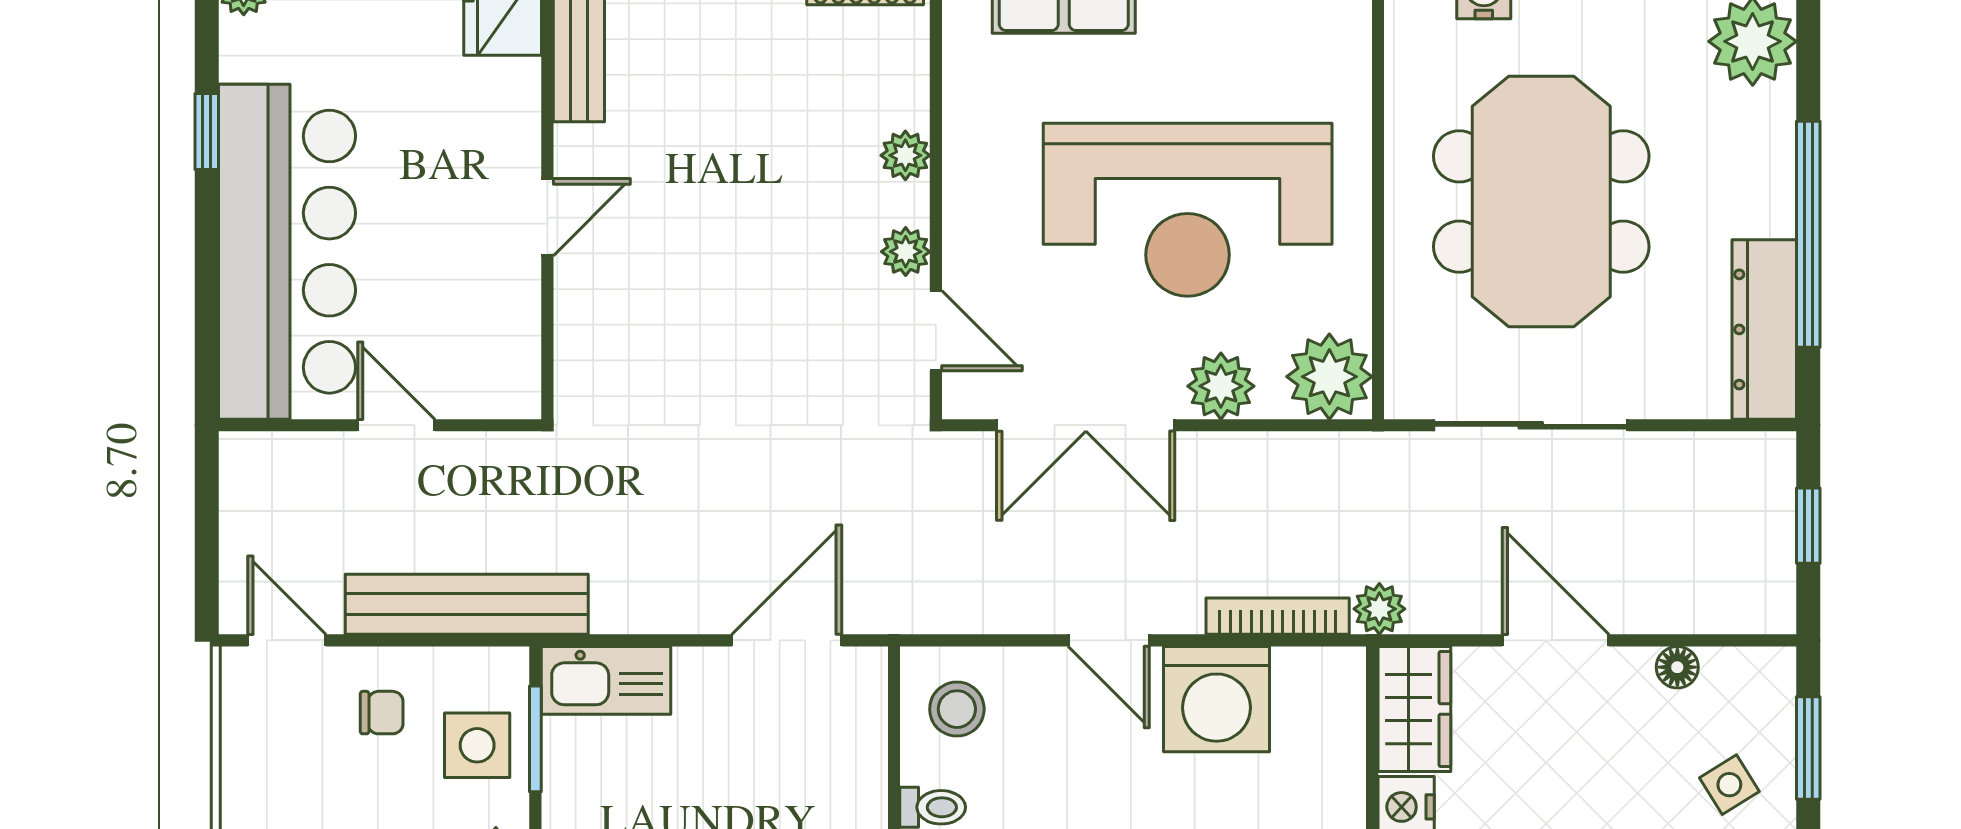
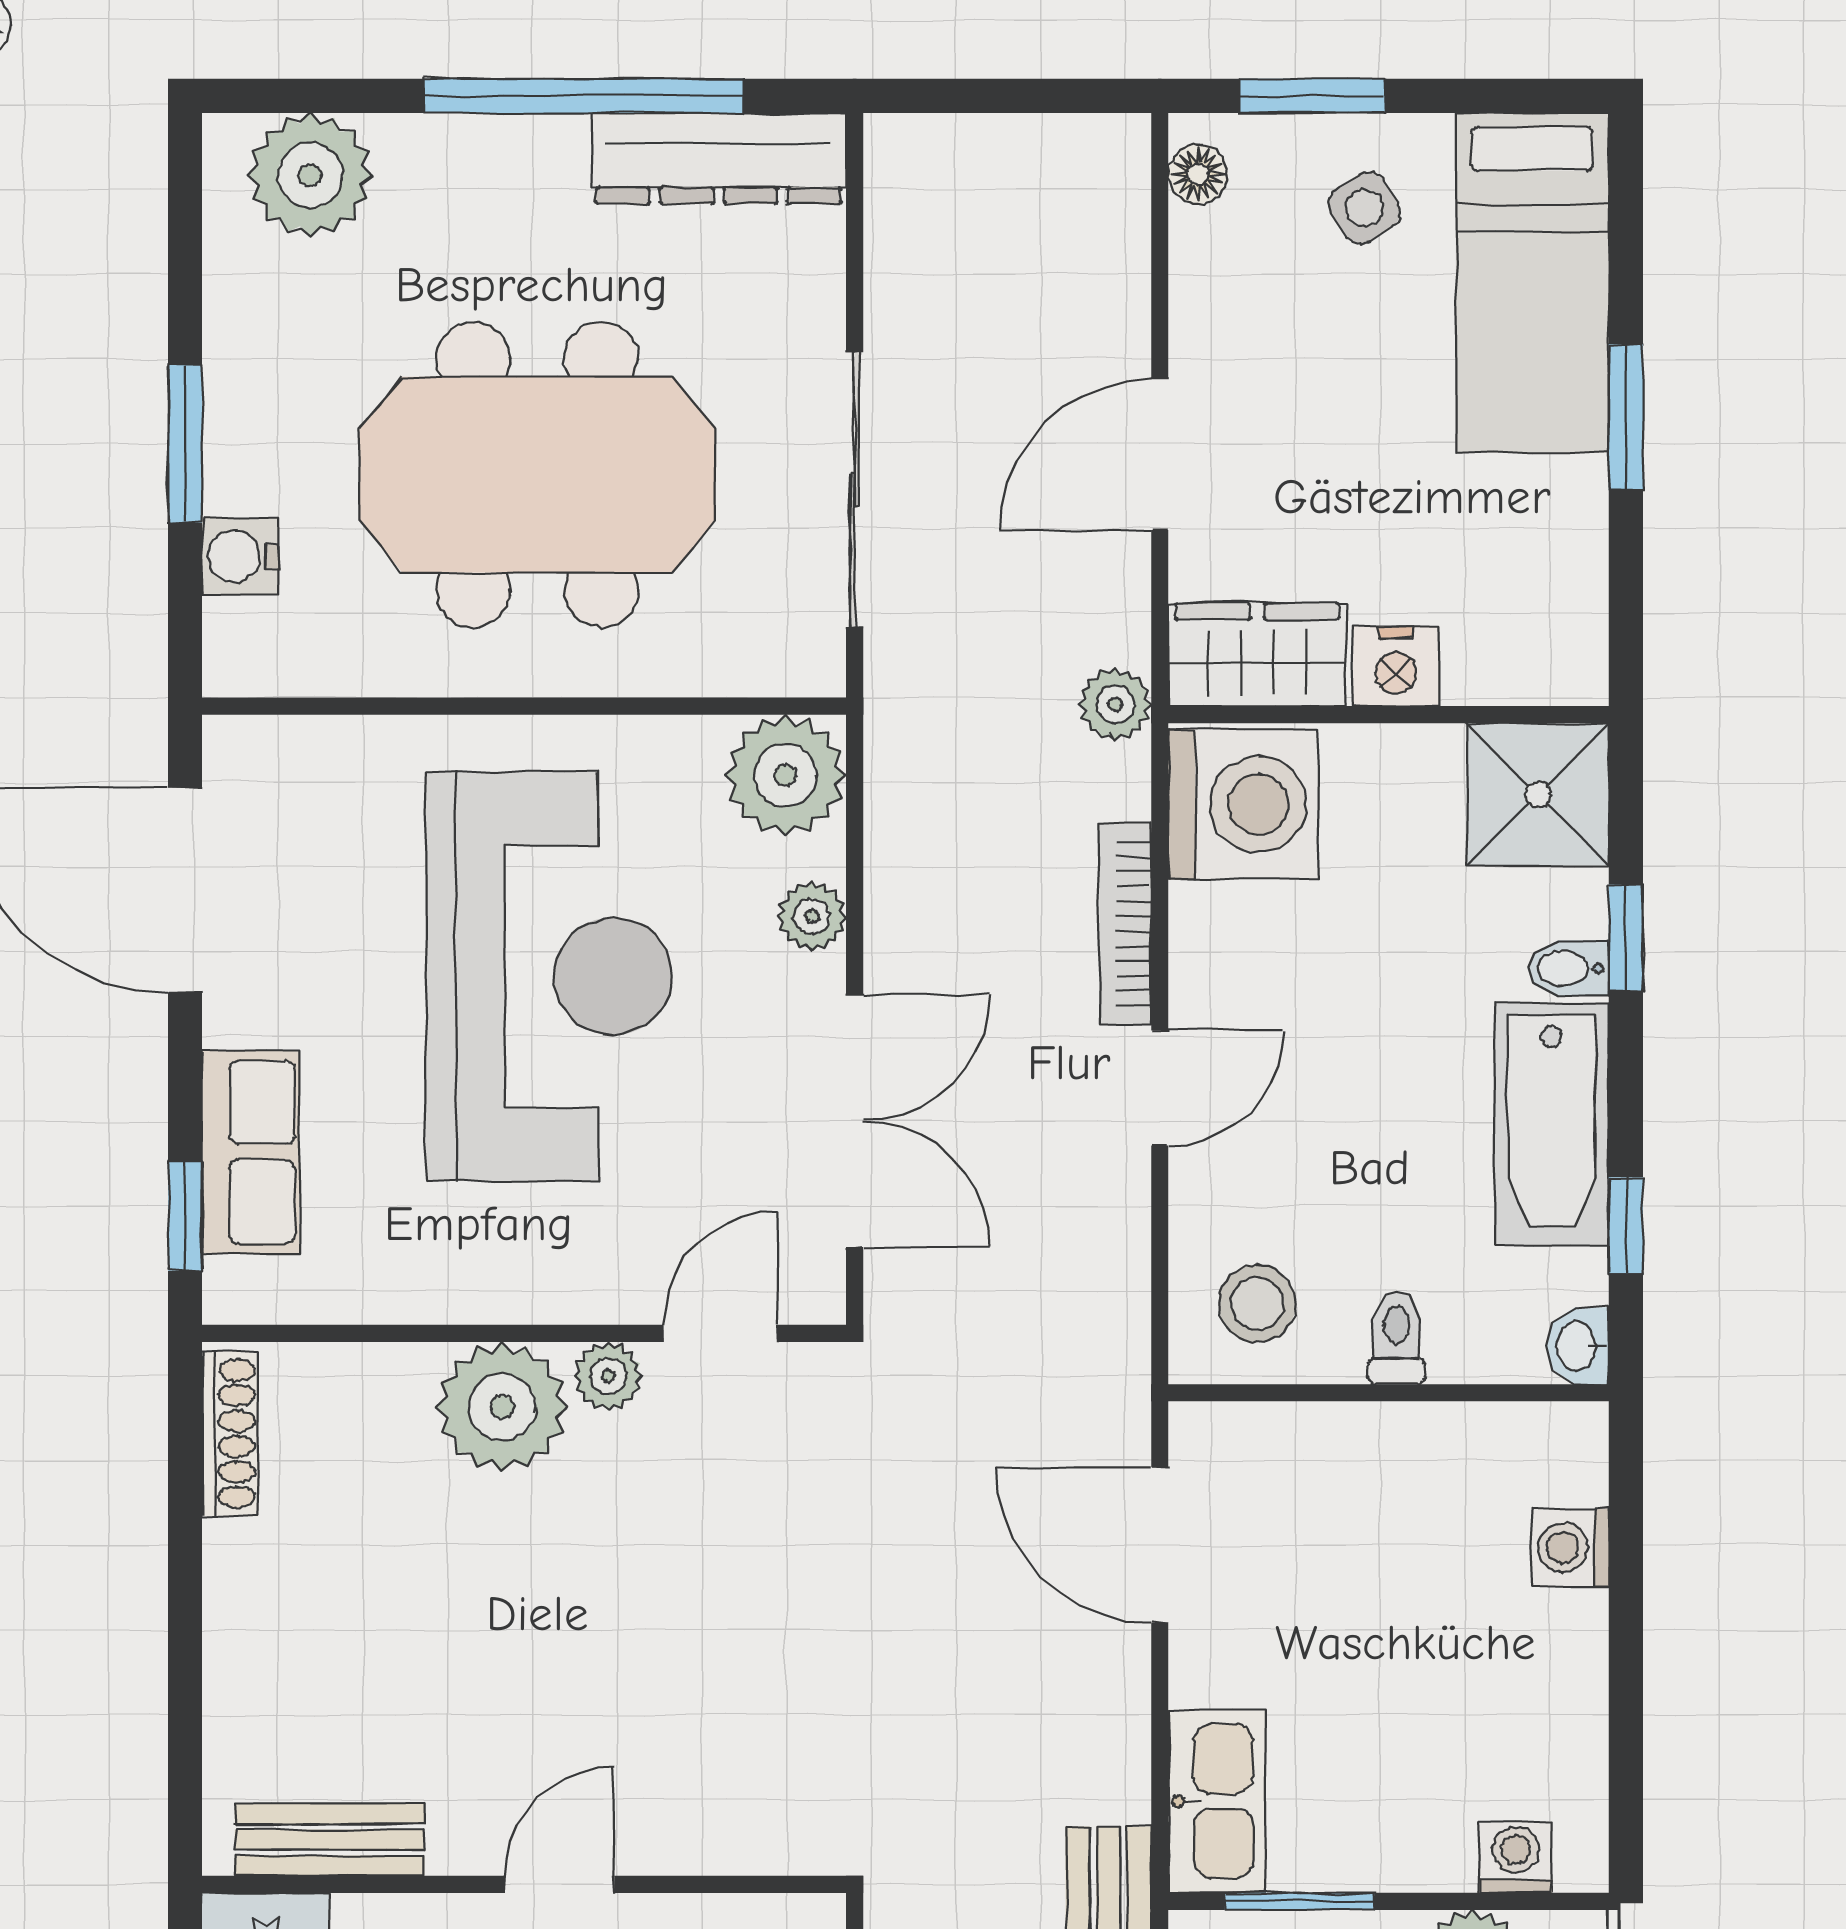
plant: (905, 155) -> (502, 1407), width x1.87, depth x1.87
door: (547, 217) -> (560, 1884), hinge flipped
plant: (1221, 386) -> (812, 916), width x0.73, depth x0.73
window: (1808, 526) -> (997, 96), removed
bookcase: (1278, 616) -> (1125, 924), moved
floor lamp: (1677, 667) -> (1198, 174), moved
washing machine: (1216, 699) -> (1243, 805), moved

